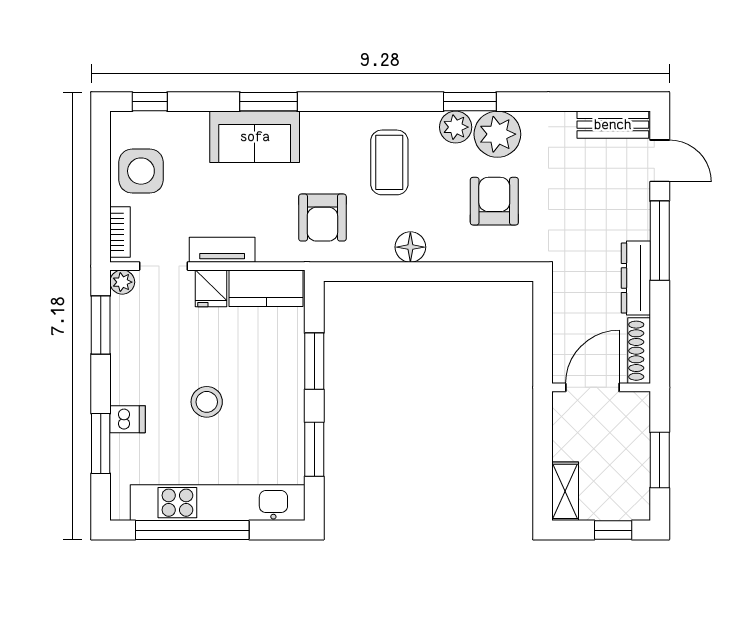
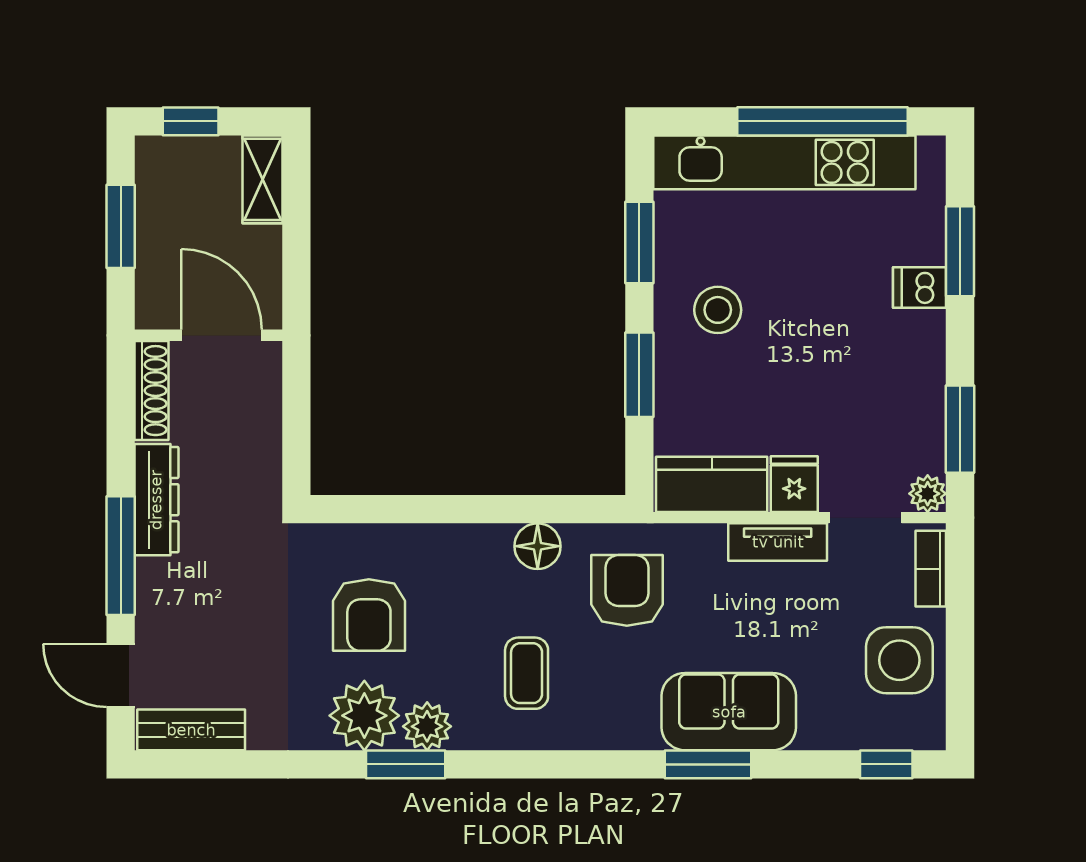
coffee table: (389, 162) -> (527, 673), width x0.73, depth x0.77
floor lamp: (410, 247) -> (538, 546), moved
door: (592, 387) -> (222, 335), swing flipped
stool: (207, 402) -> (718, 310), moved

